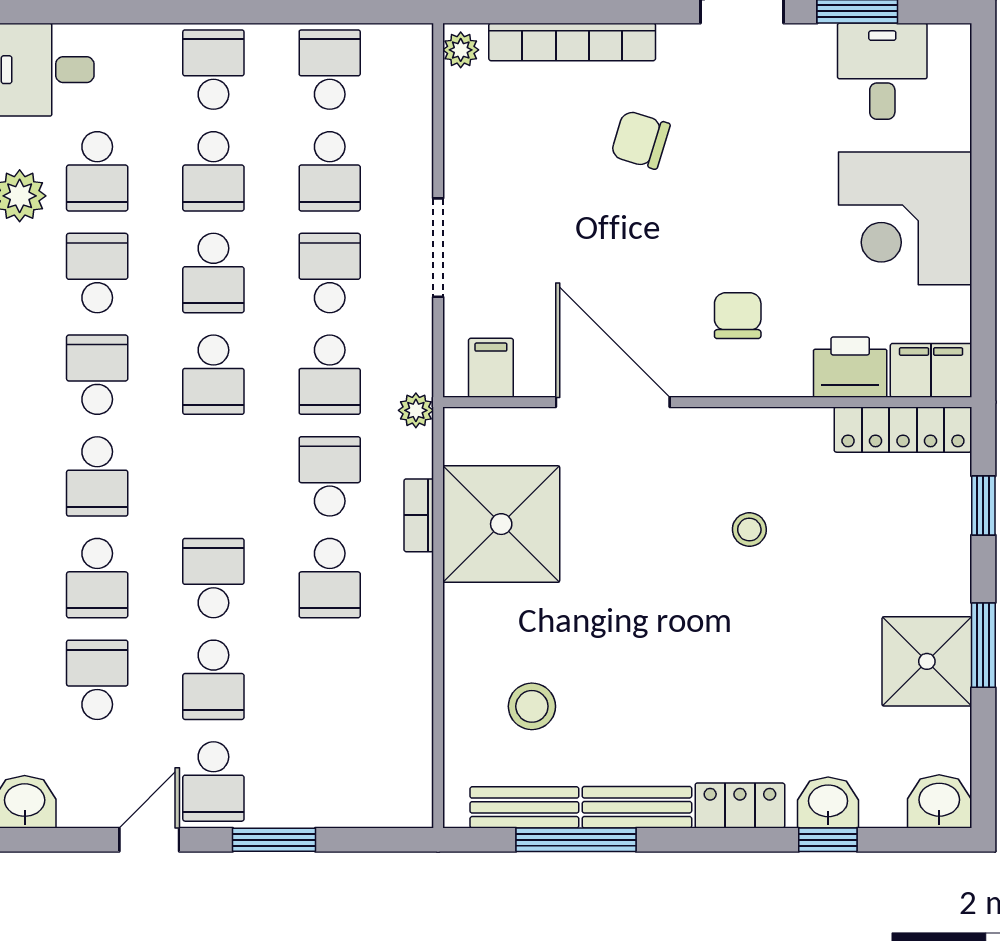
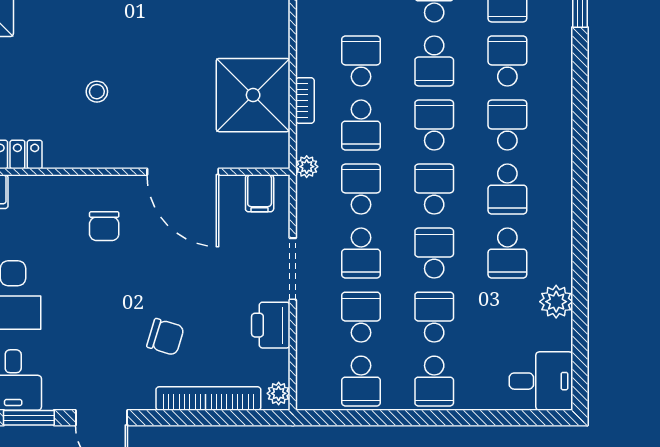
school desk: (97, 171) -> (434, 125), moved
printer: (850, 367) -> (271, 325), moved, turned 90

